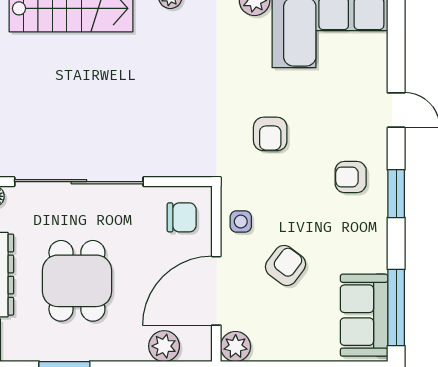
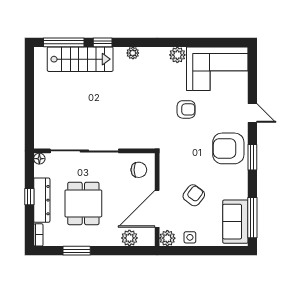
armchair: (270, 134) -> (186, 109), moved, turned -90
armchair: (351, 177) -> (228, 148), width x1.88, depth x1.88
side table: (241, 222) -> (190, 237), moved

